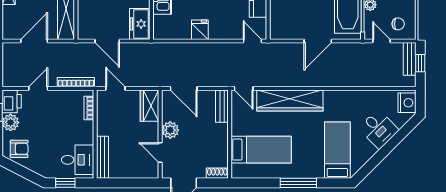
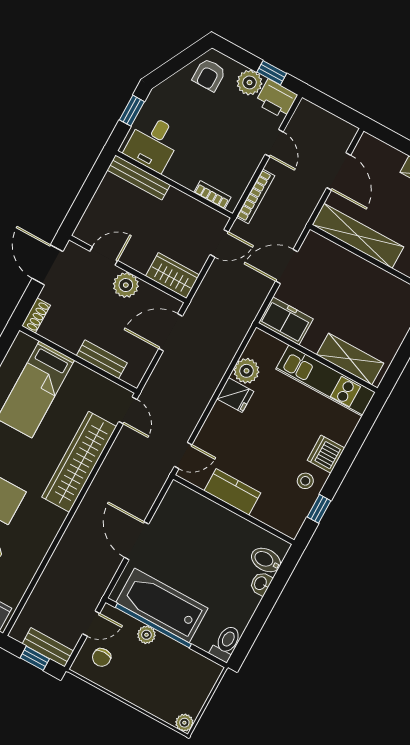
plant: (182, 31) -> (247, 371), added
door: (244, 88) -> (128, 410), swing flipped
bench: (222, 106) -> (102, 359), moved

